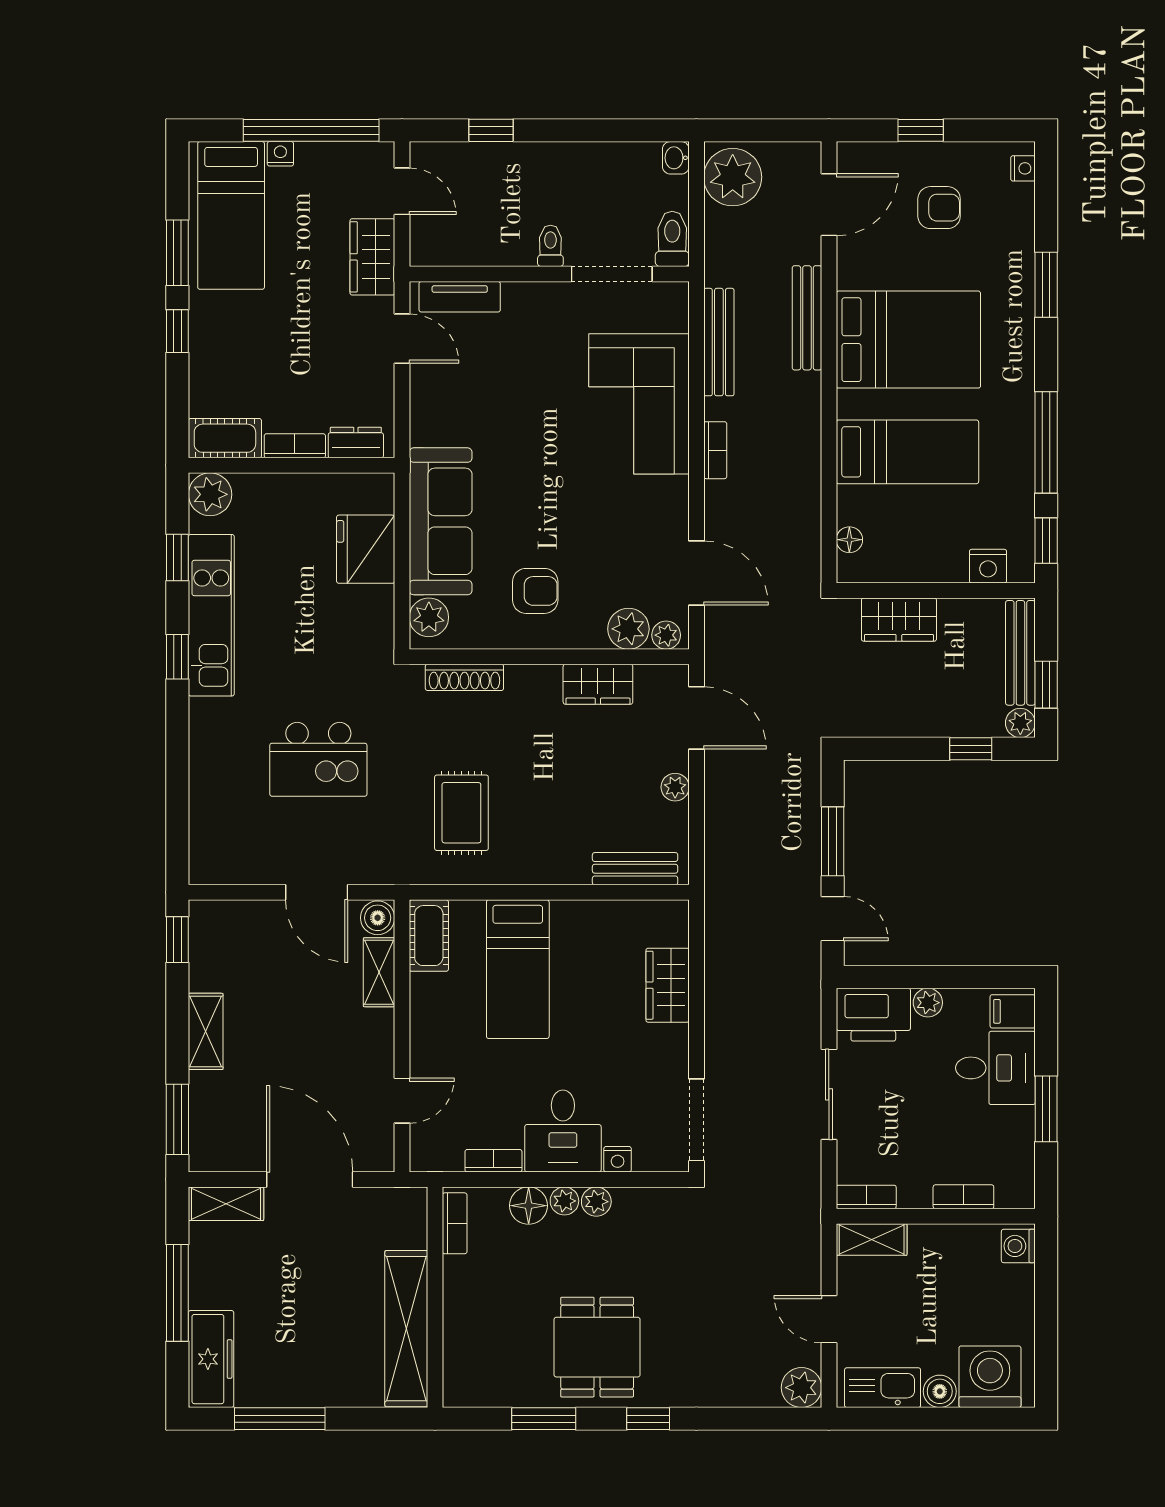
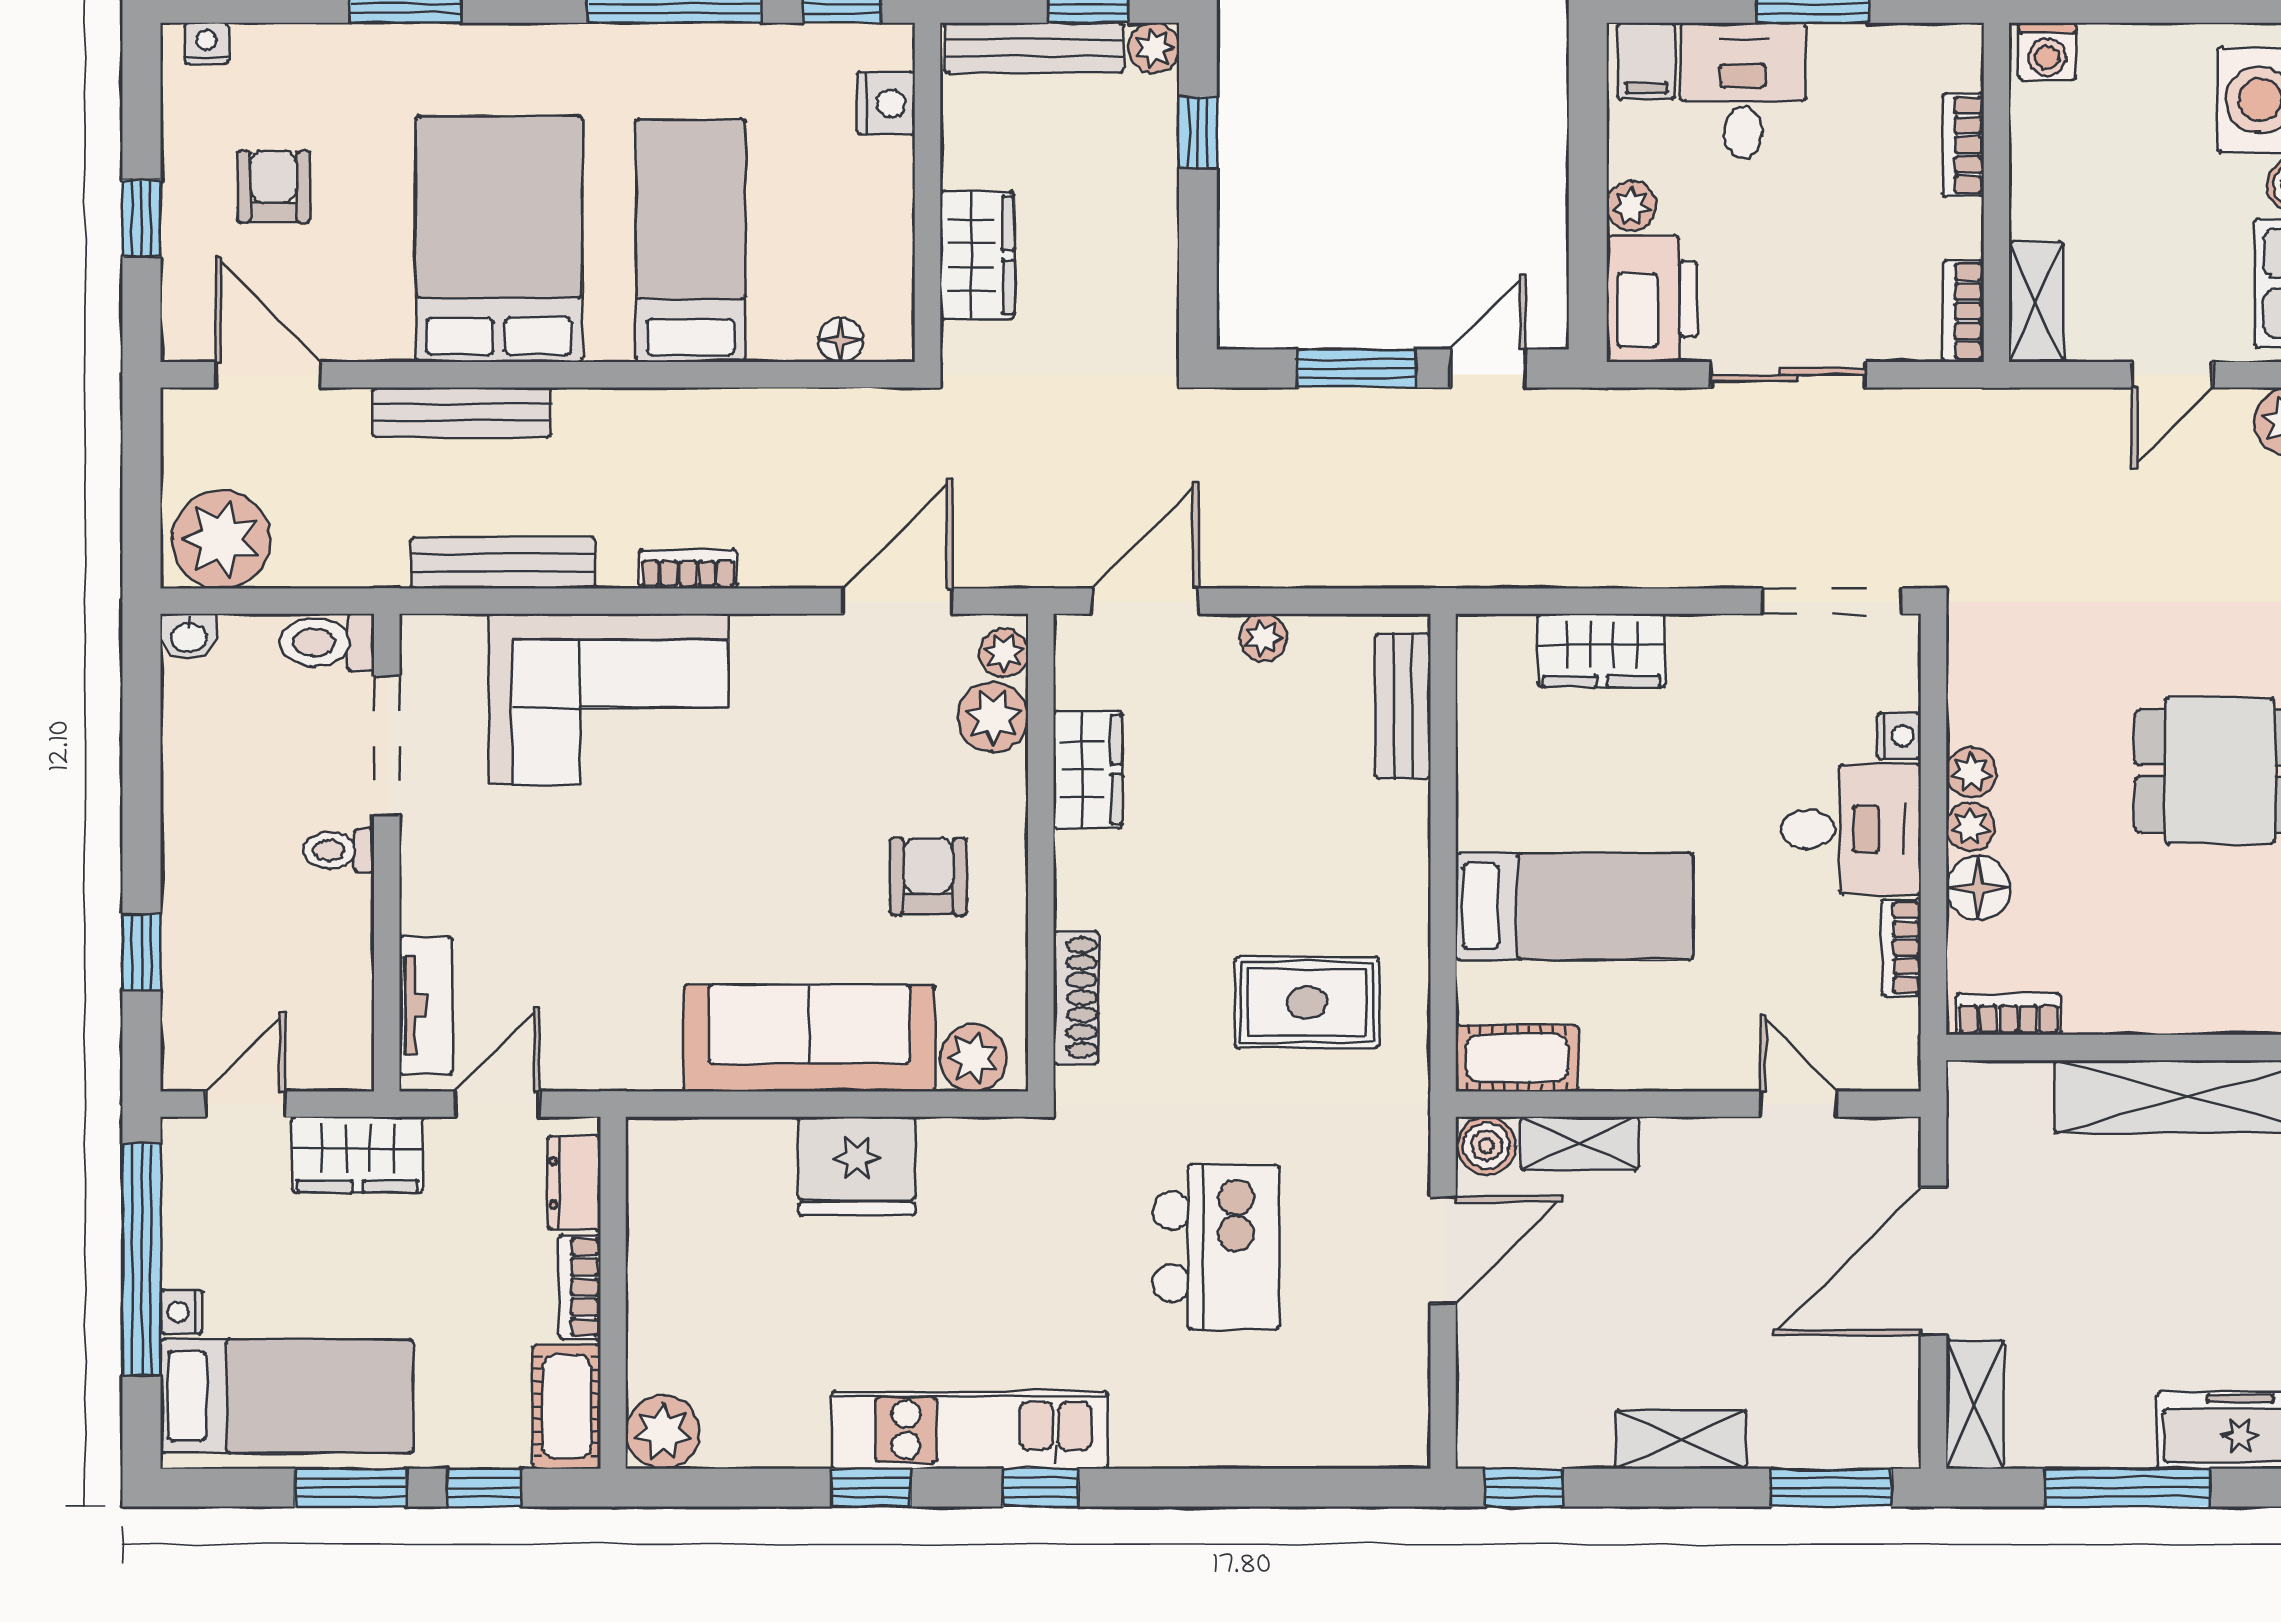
cot: (225, 438) -> (567, 1407), moved
dresser: (356, 443) -> (574, 1183), moved
bookcase: (295, 446) -> (580, 1287), moved
wall: (292, 465) -> (613, 1293), moved
plant: (210, 494) -> (663, 1432), moved

